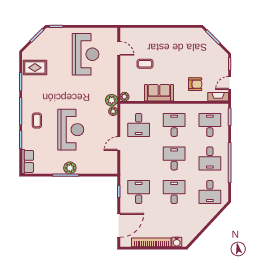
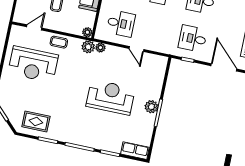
reception desk: (86, 54) -> (33, 64), turned 180
rug: (35, 68) -> (36, 122), turned 90
coffee table: (37, 121) -> (59, 42), moved

